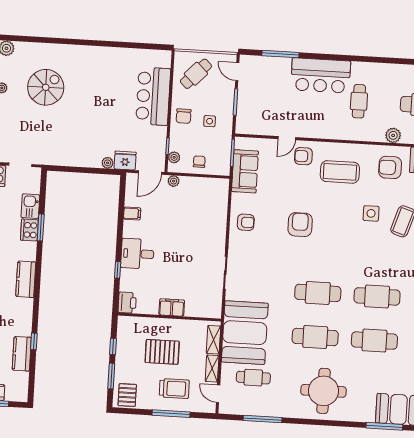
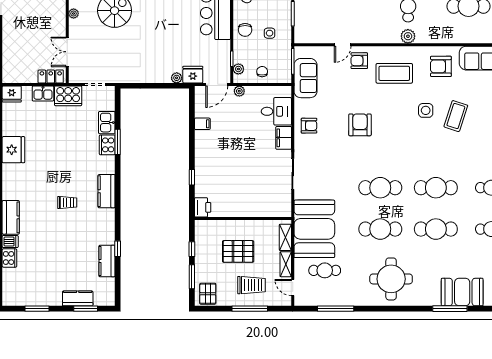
plant: (393, 135) -> (408, 36), moved
desk: (137, 254) -> (276, 111), moved, turned 180
filing cabinet: (172, 307) -> (284, 138), moved, turned -90

